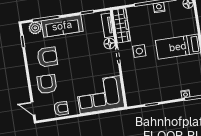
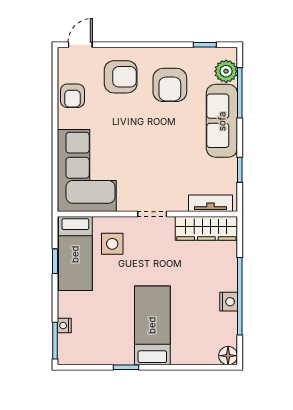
floor lamp: (109, 43) -> (177, 202), removed
side table: (139, 51) -> (112, 244), moved
bed: (146, 94) -> (75, 254), added

